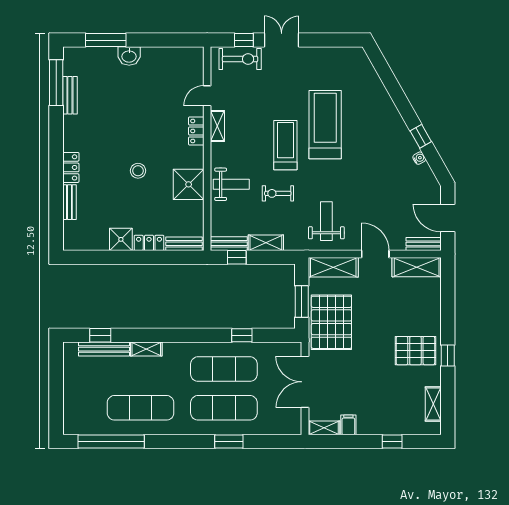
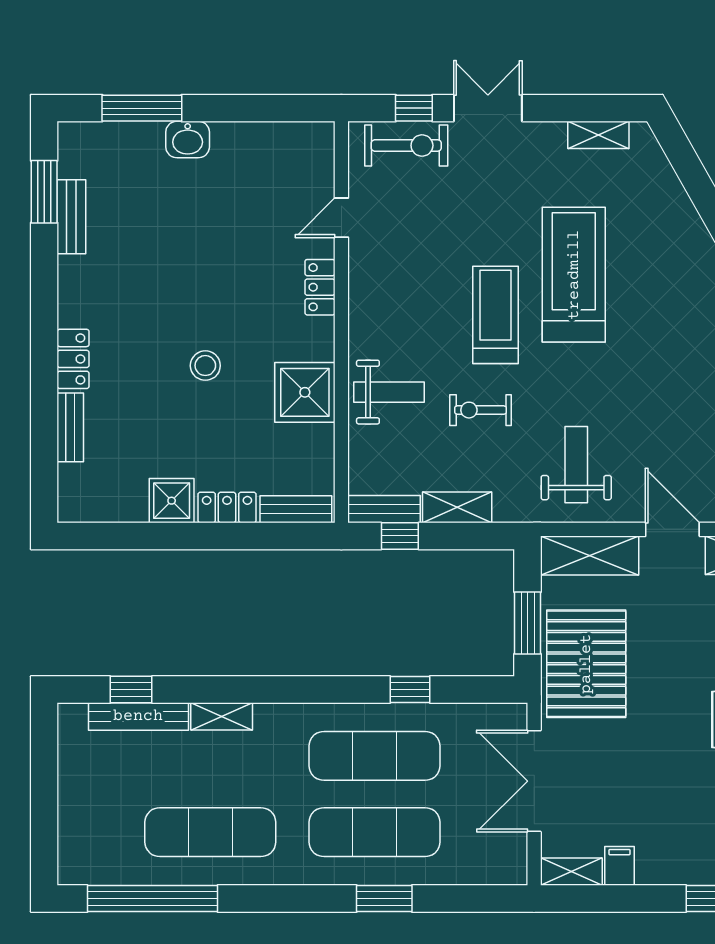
window: (56, 83) -> (44, 192), width x0.69
shelving: (217, 126) -> (598, 135), moved, turned 90

